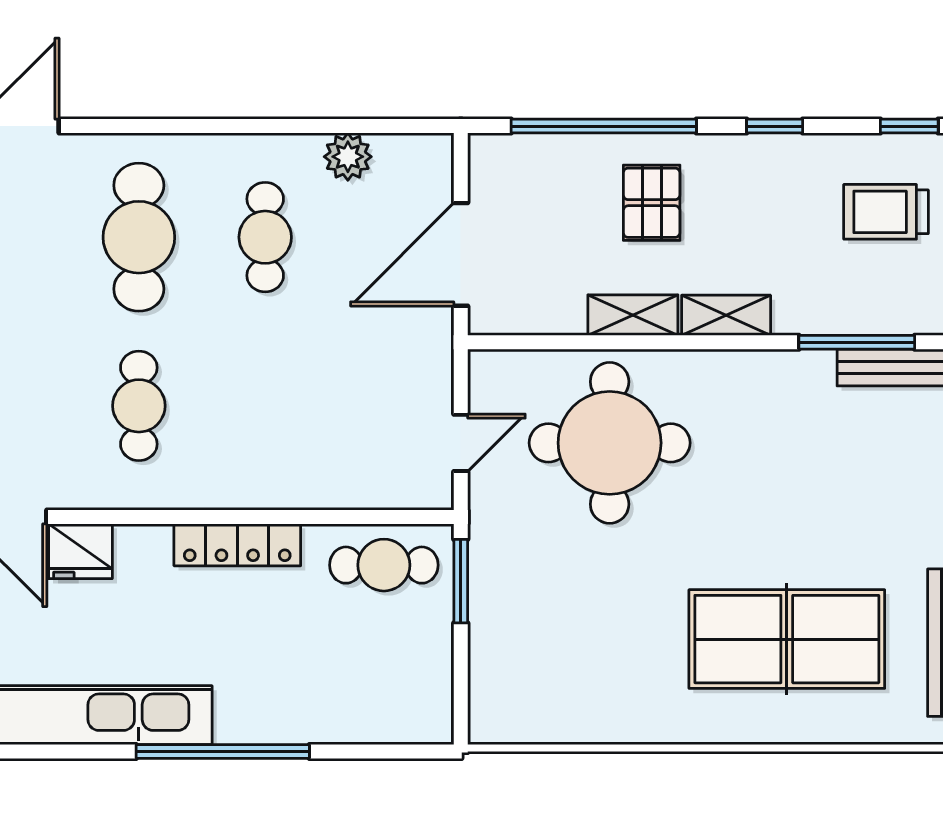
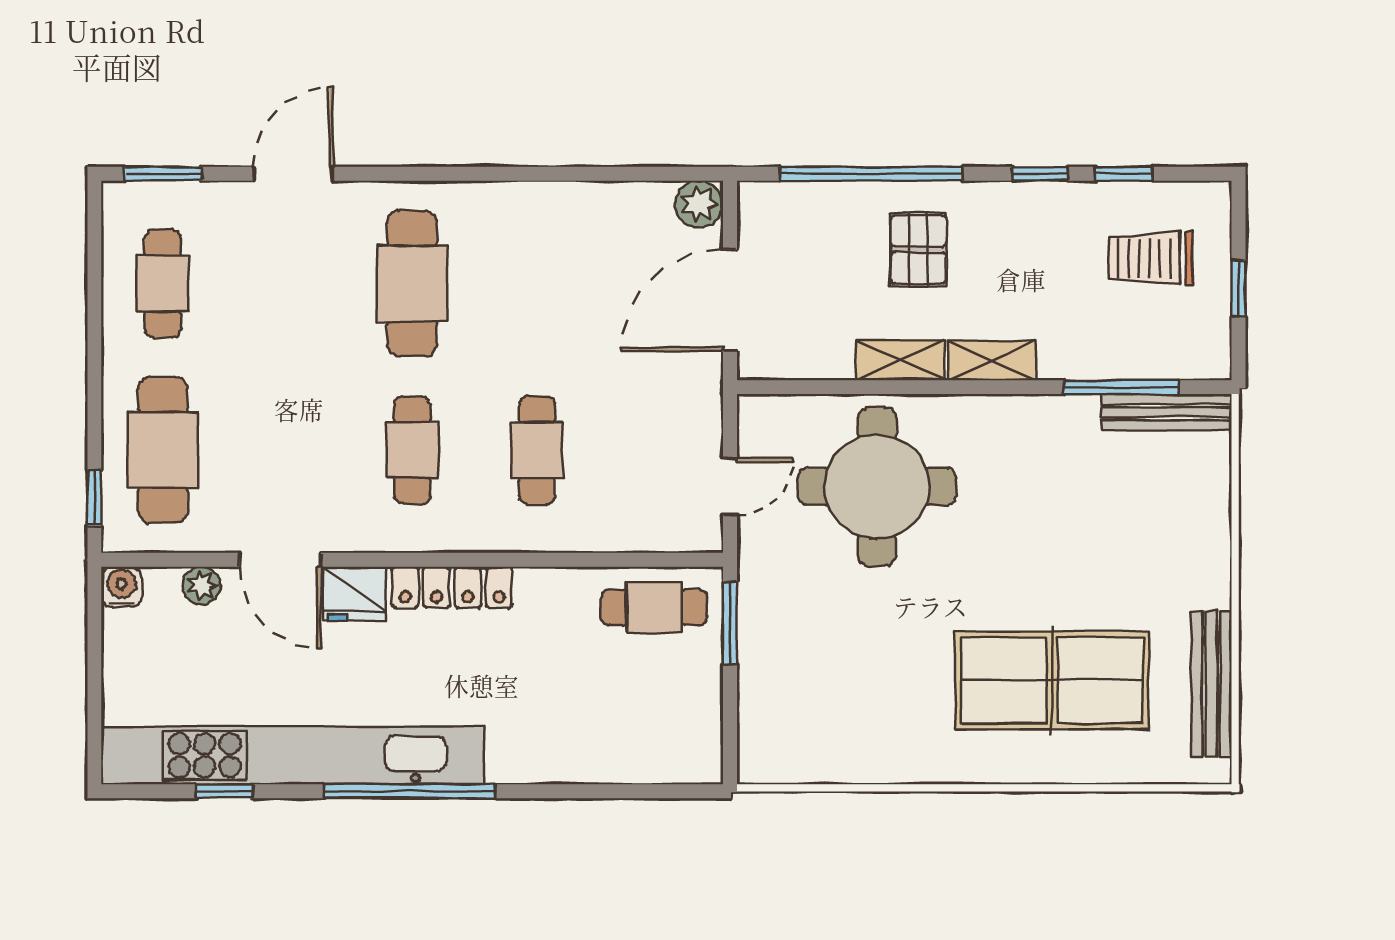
window: (909, 126) -> (1124, 174), moved
plant: (348, 157) -> (699, 204), moved
cafe table: (265, 237) -> (537, 450), moved
locker: (237, 545) -> (452, 587), moved
window: (223, 751) -> (410, 791), moved

